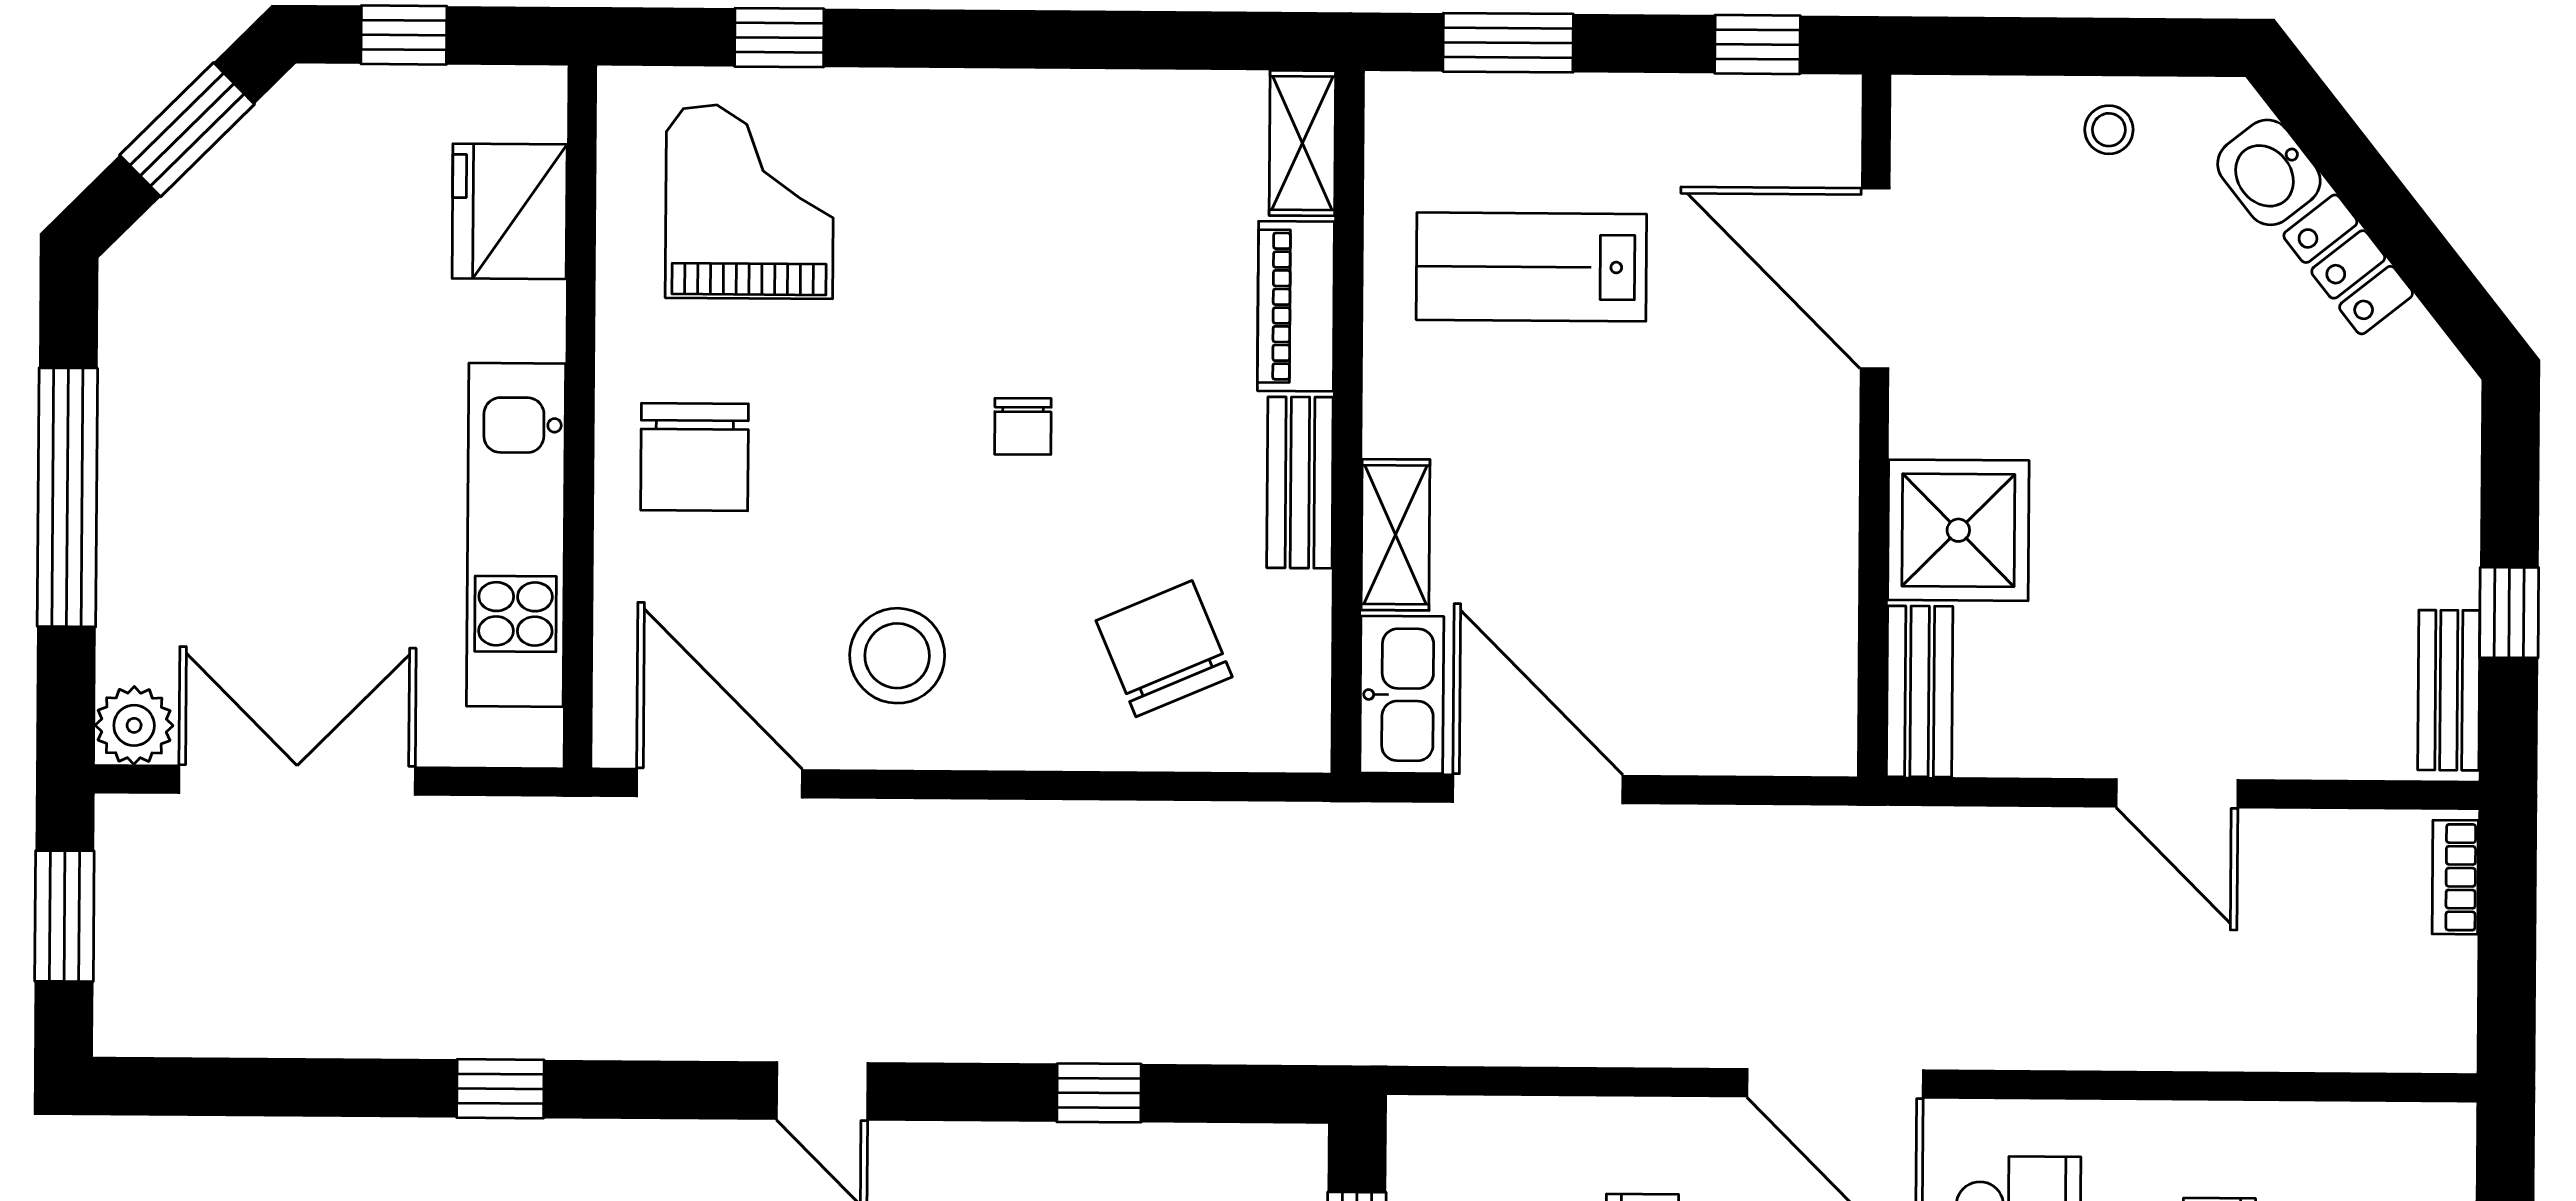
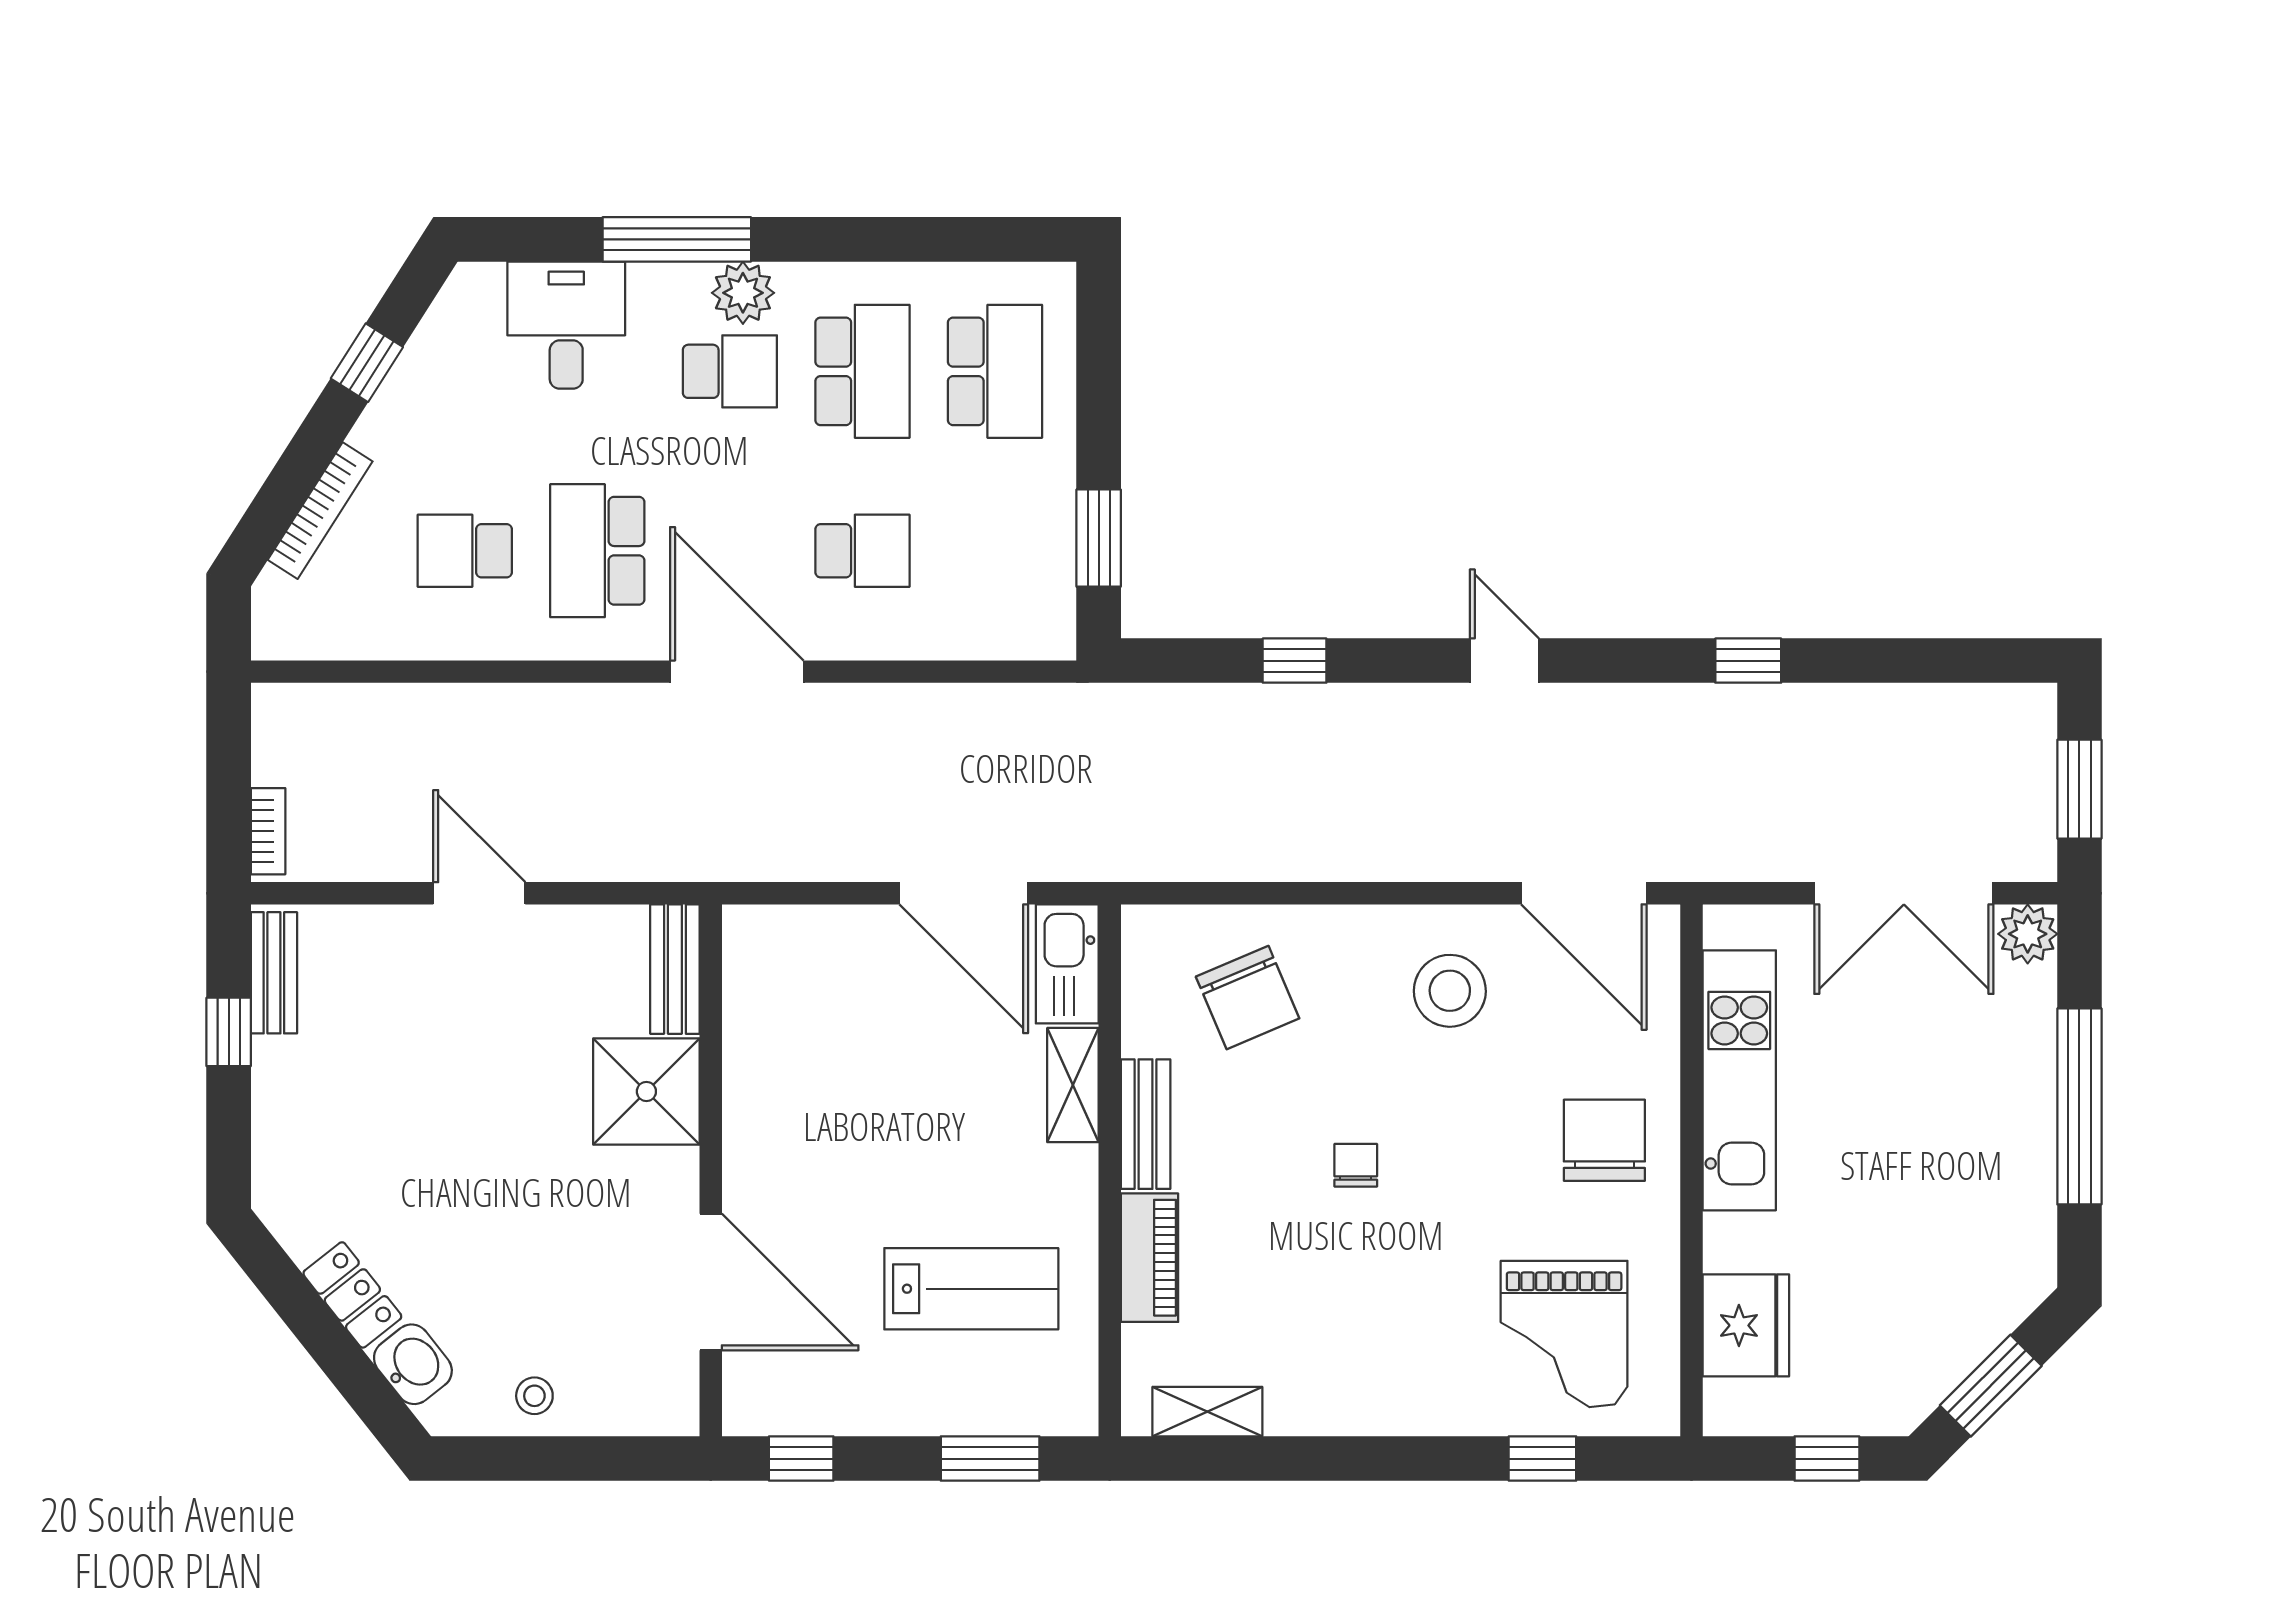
shelving: (1302, 143) -> (1207, 1412), moved, turned 90

